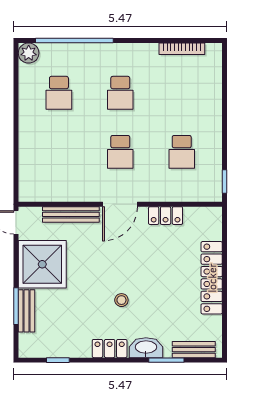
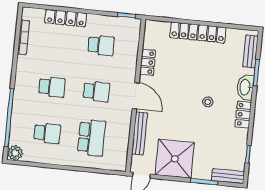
locker: (213, 102) -> (66, 18), added
school desk: (59, 152) -> (92, 138), added
bench: (26, 311) -> (228, 176), moved

